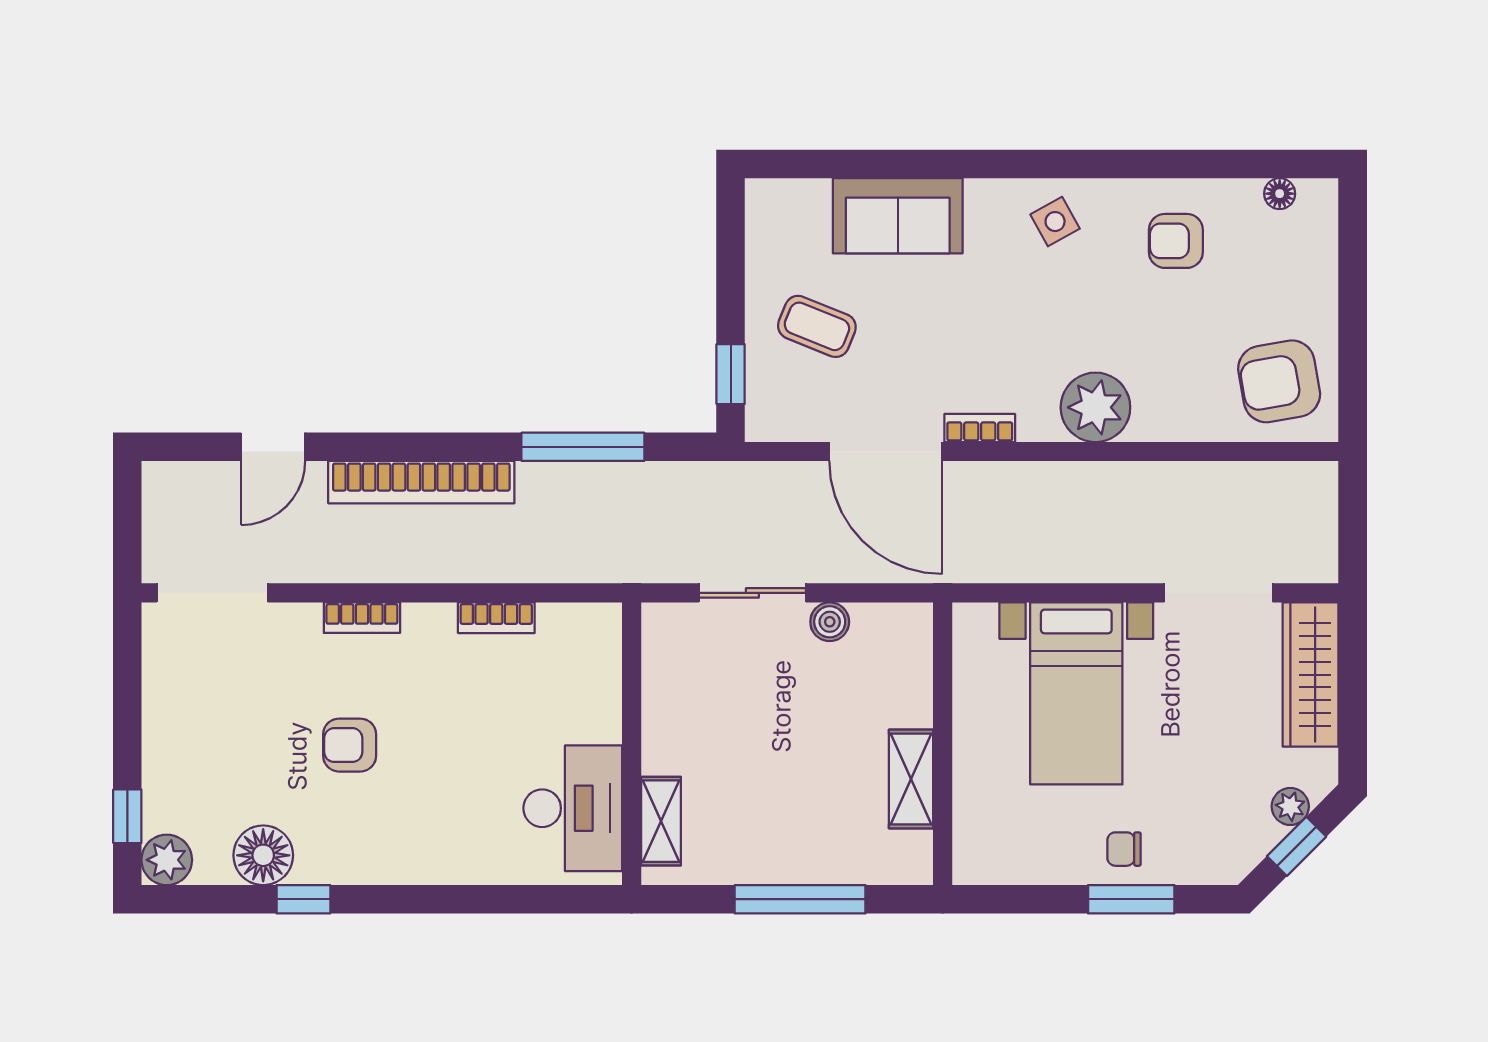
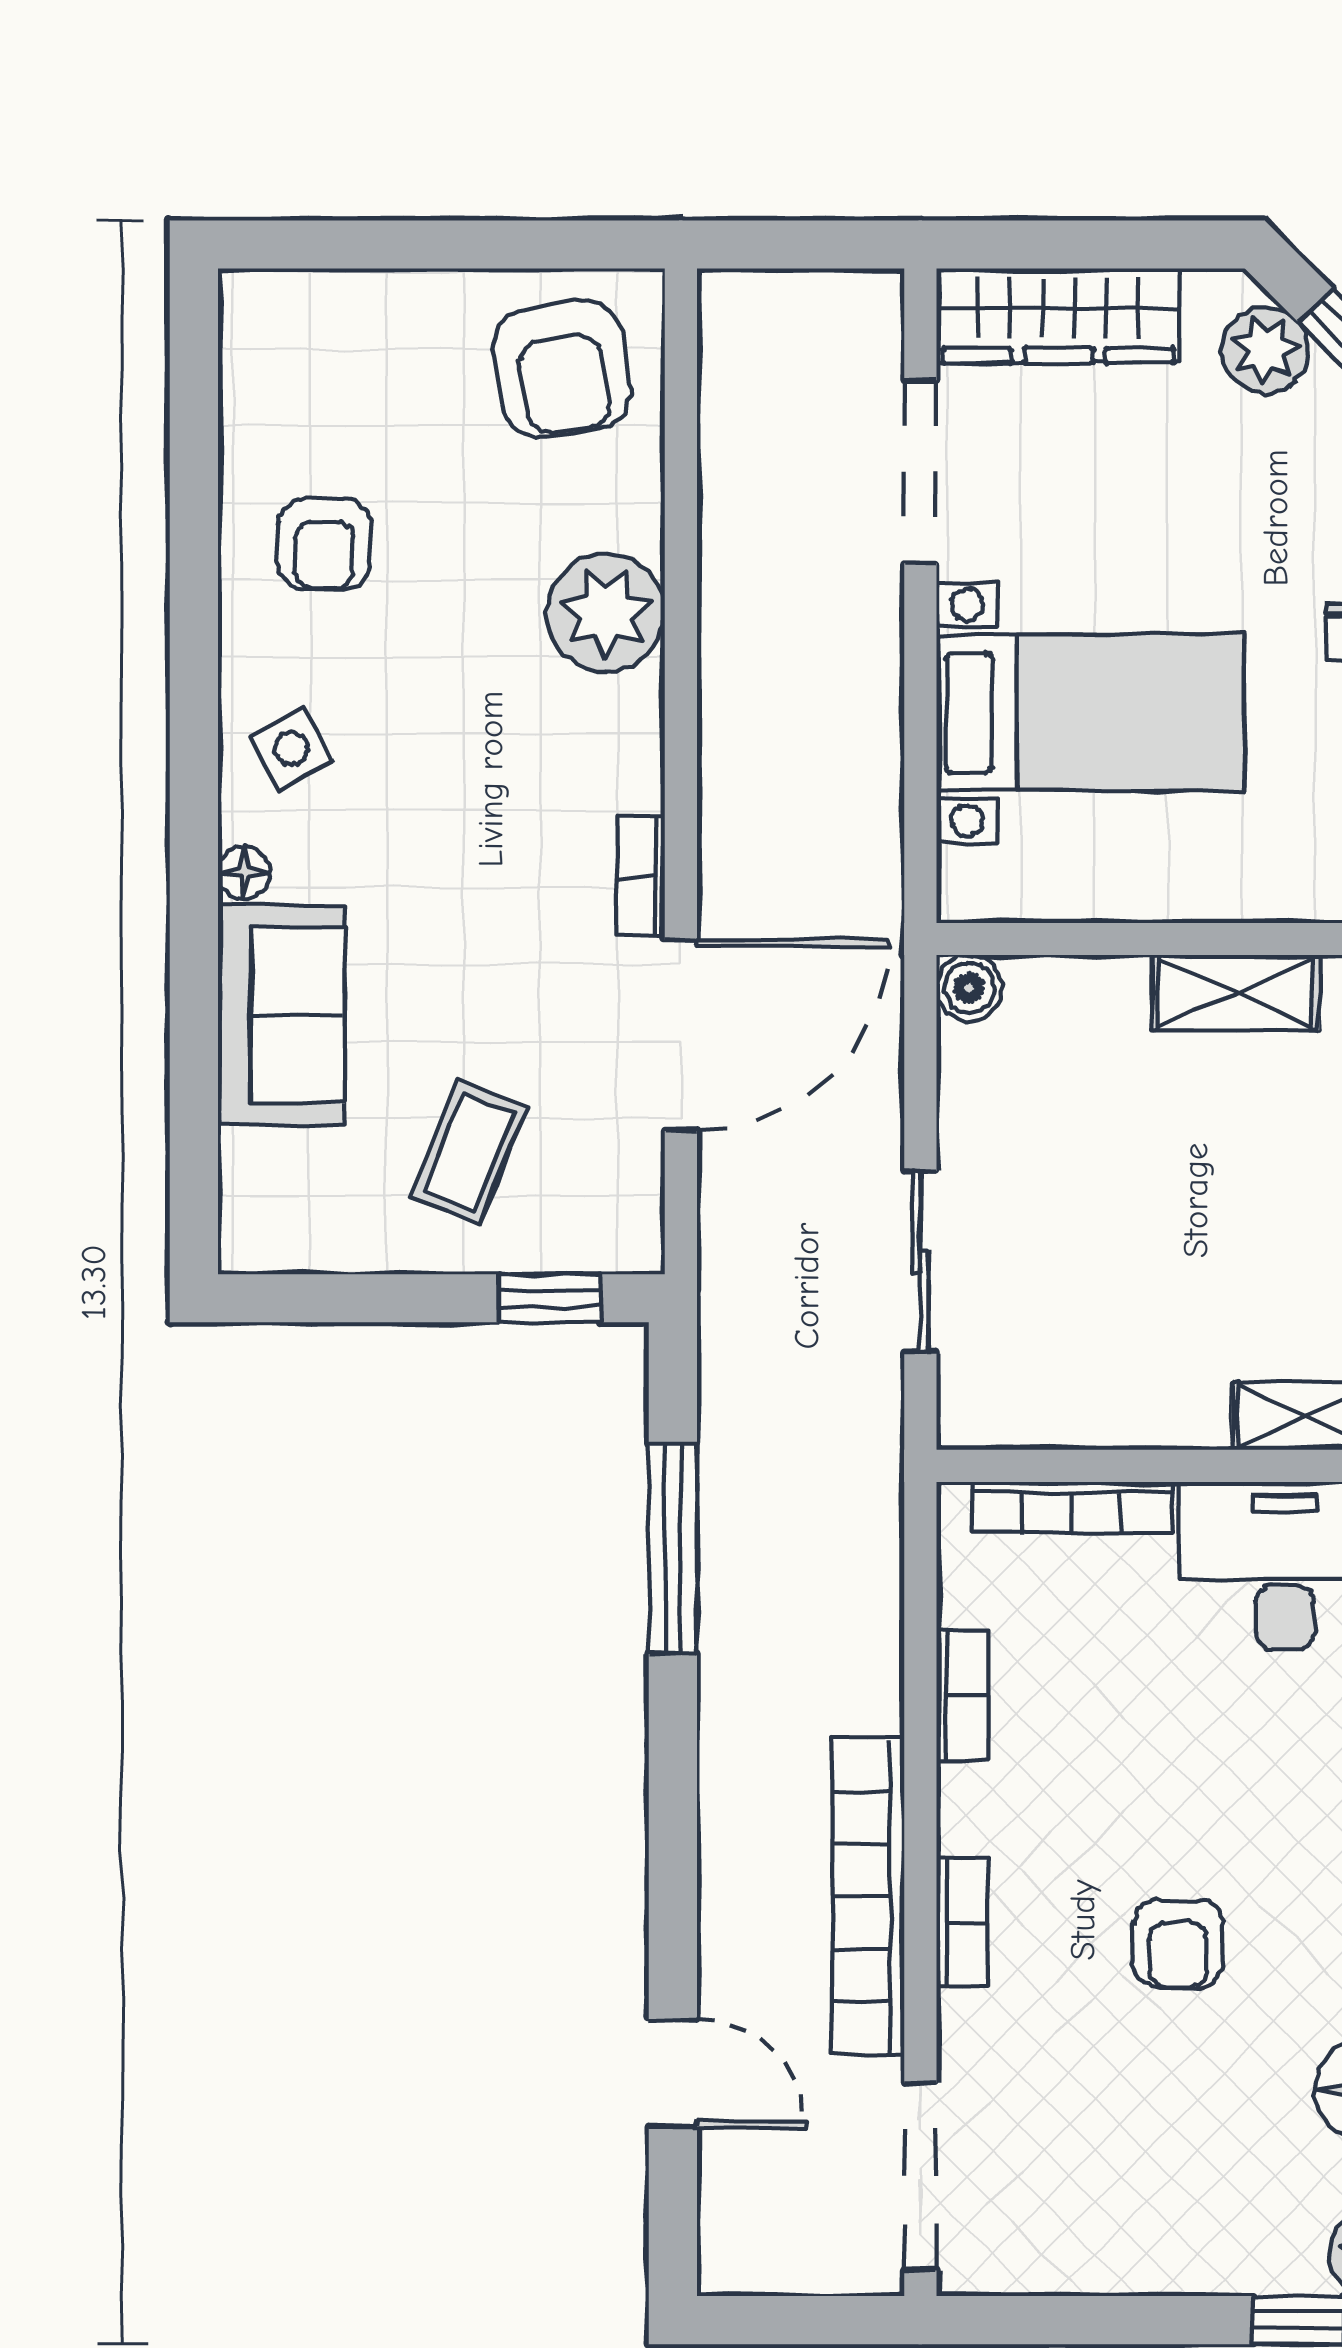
floor lamp: (1280, 194) -> (244, 873), moved
plant: (1095, 407) -> (606, 613), moved
bookcase: (421, 482) -> (869, 1896), moved, turned 180
boiler: (830, 622) -> (969, 988), moved
bookcase: (607, 682) -> (1072, 1508), added
plant: (1290, 806) -> (1265, 350), width x1.38, depth x1.38

